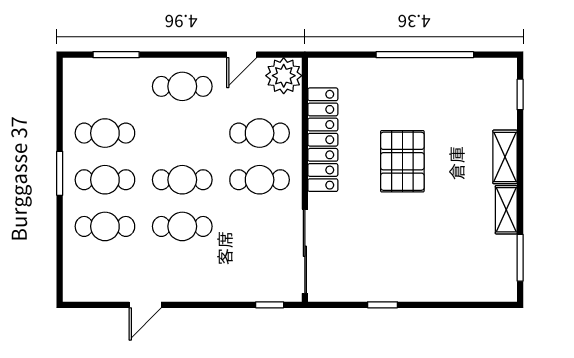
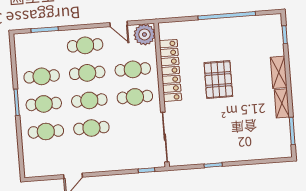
door: (242, 55) -> (119, 24), hinge flipped
cafe table: (182, 133) -> (87, 73), added

